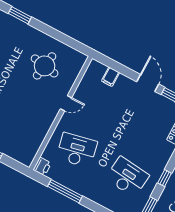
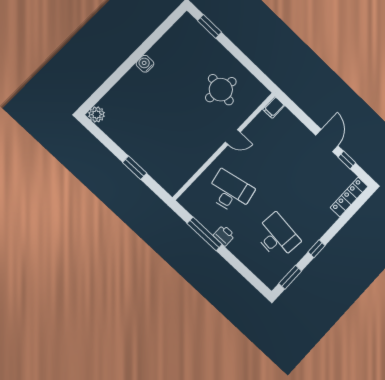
filing cabinet: (110, 77) -> (274, 107), moved
printer: (42, 166) -> (224, 235), moved, turned -90

